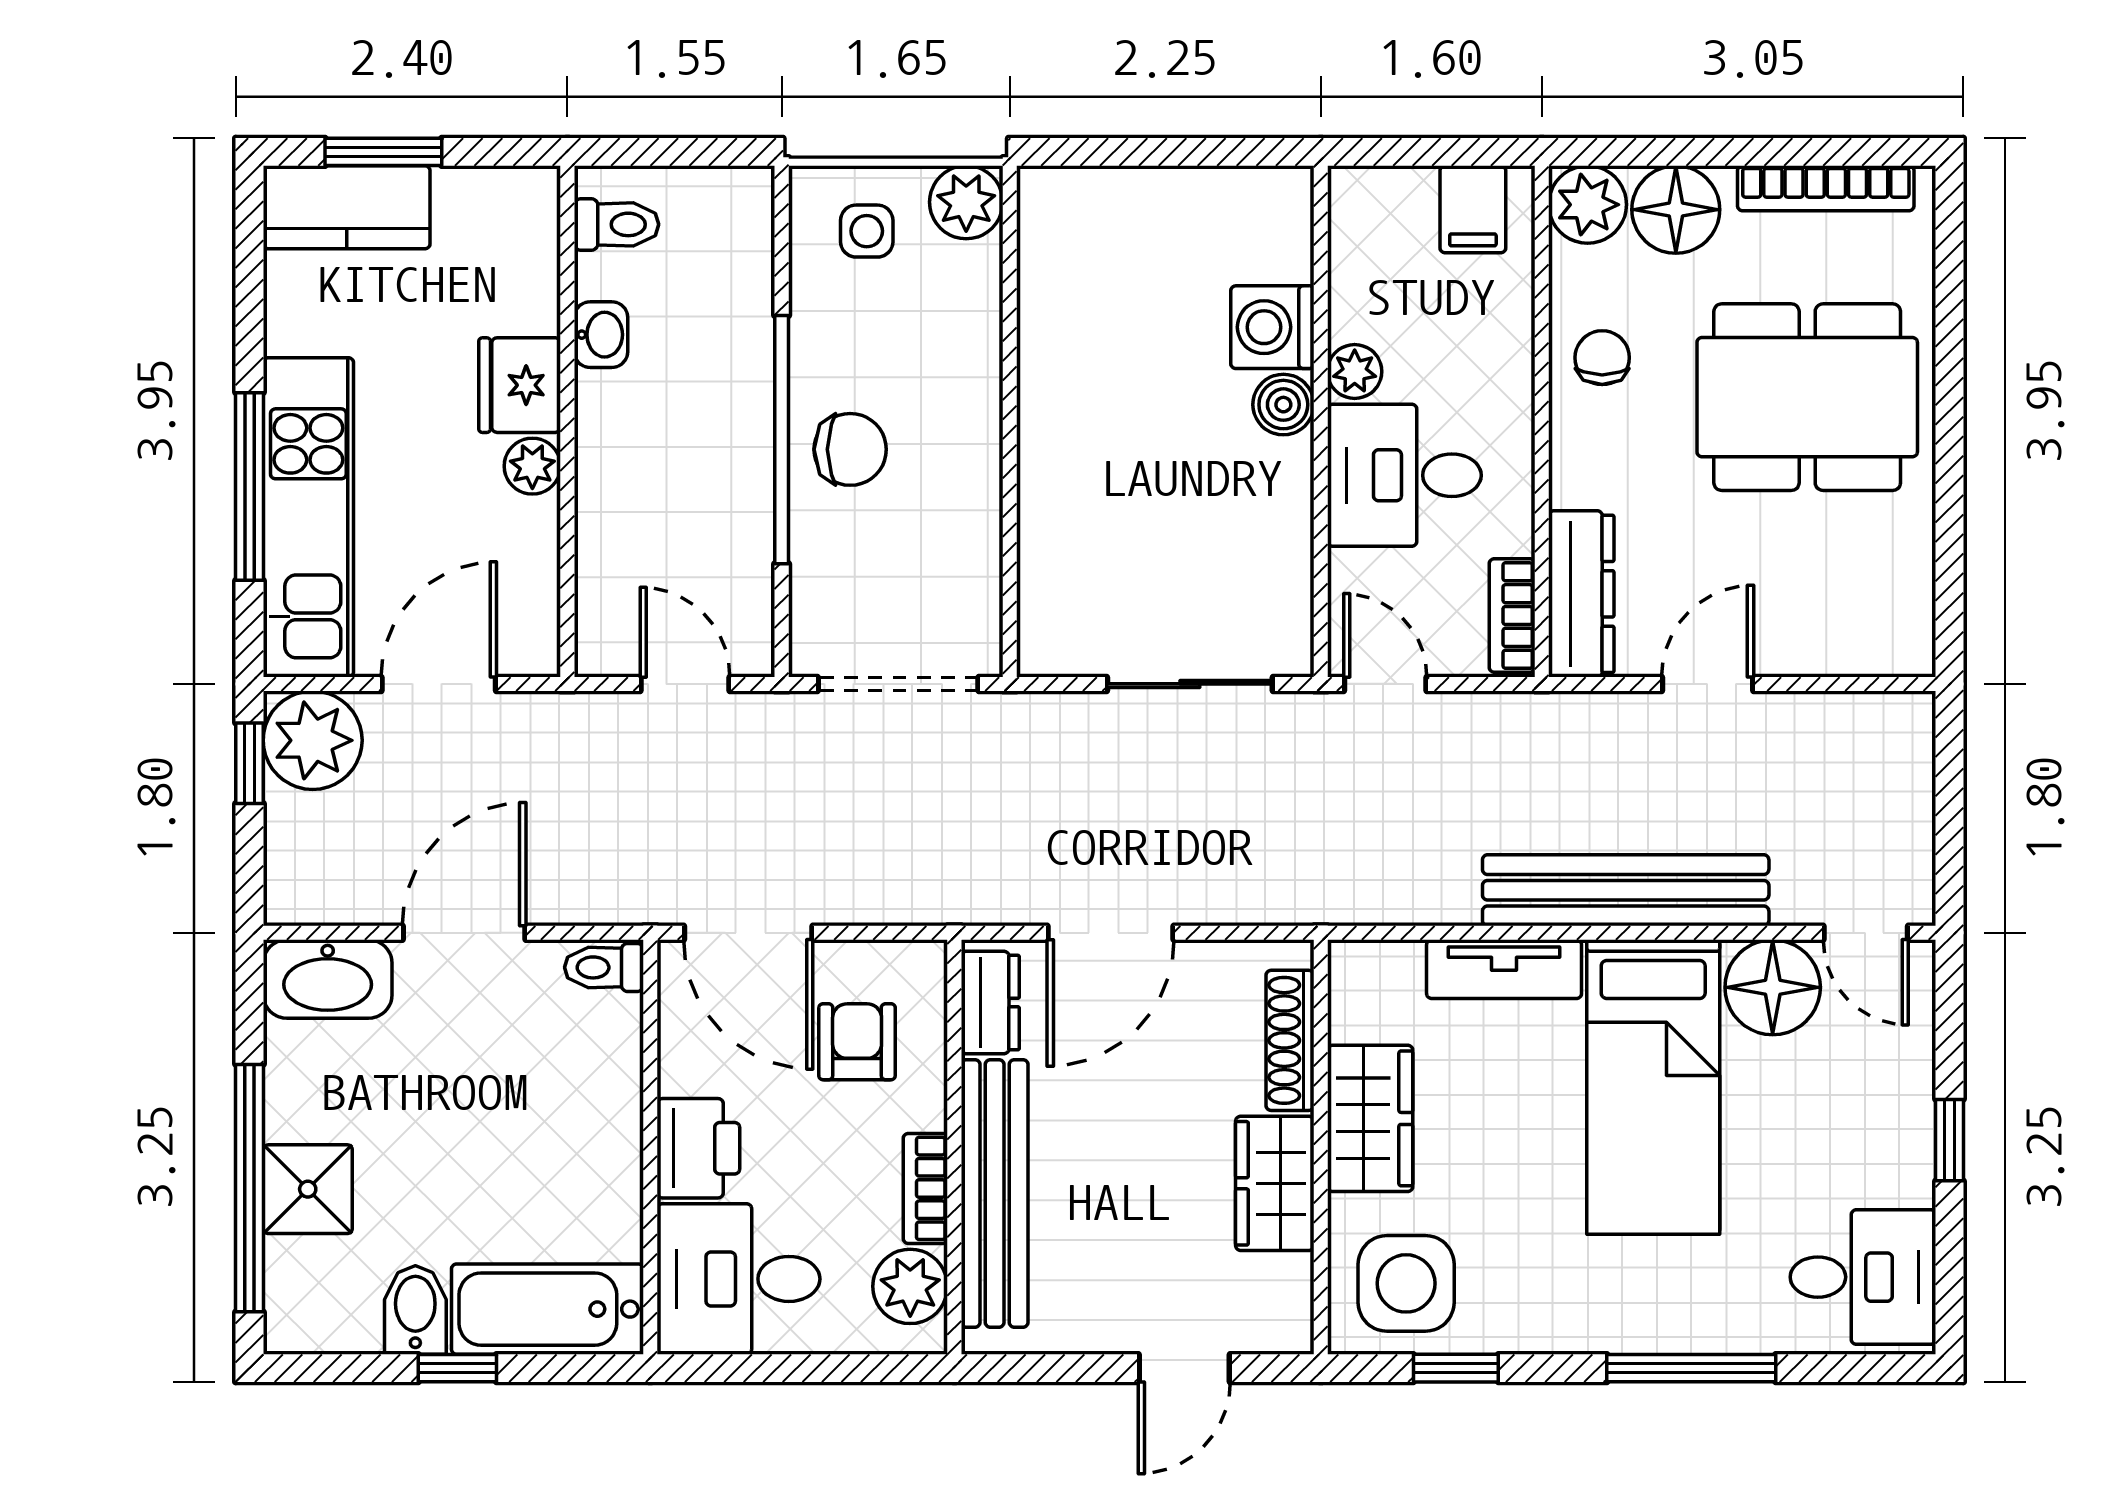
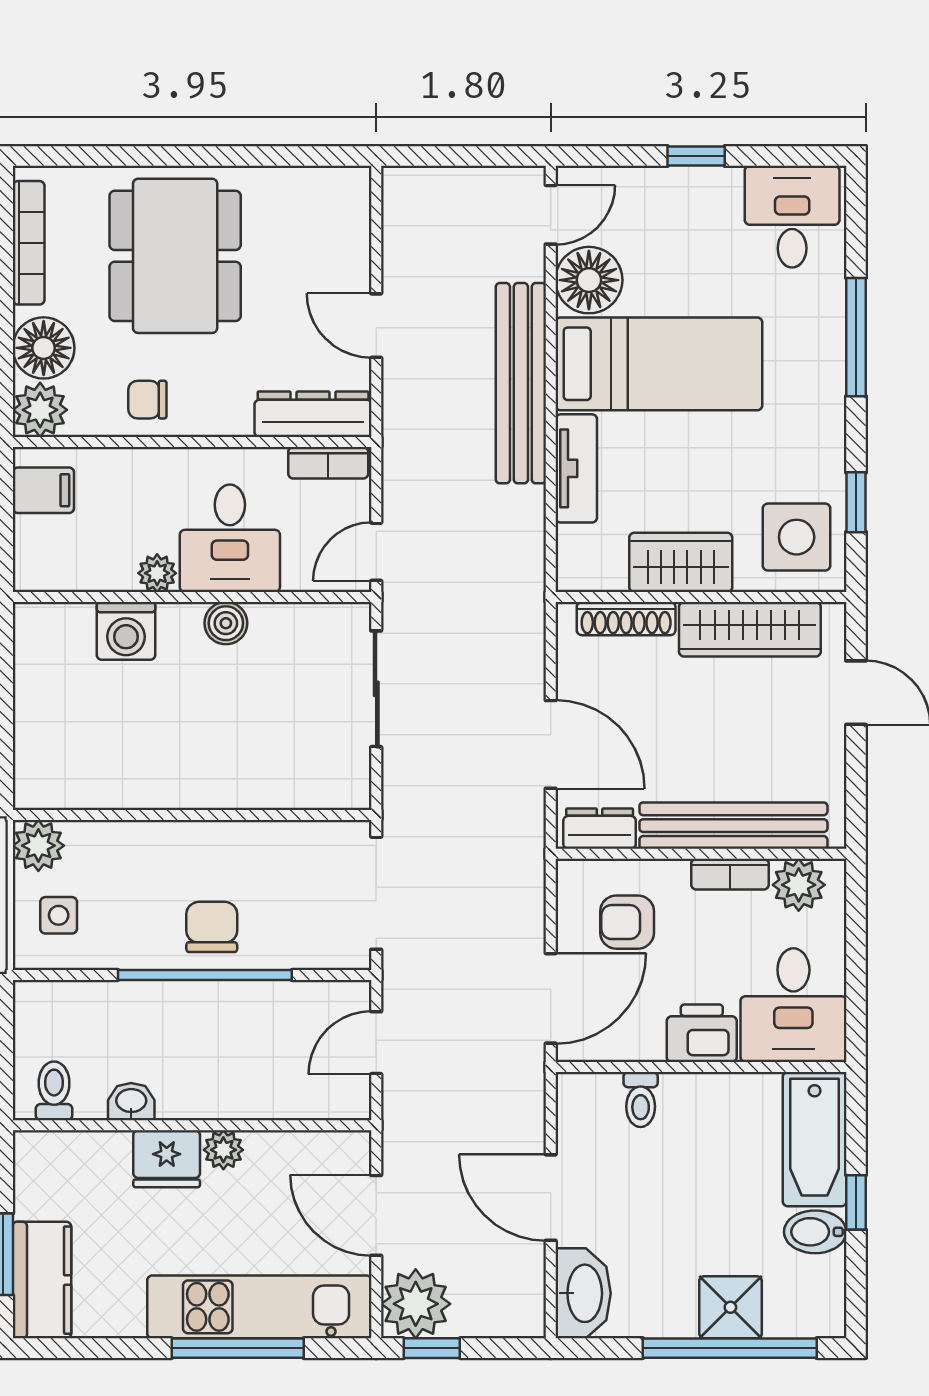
boiler: (1283, 405) -> (226, 623), moved
toilet: (604, 967) -> (641, 1100), moved
wardrobe: (1275, 1183) -> (750, 629), width x1.50

